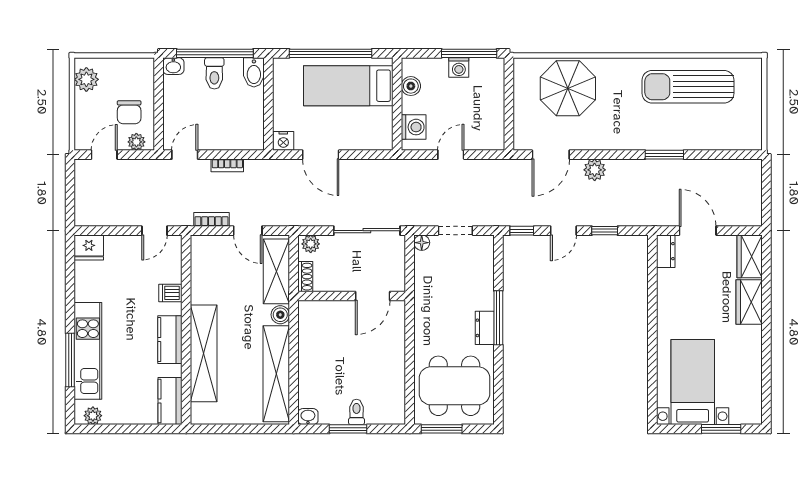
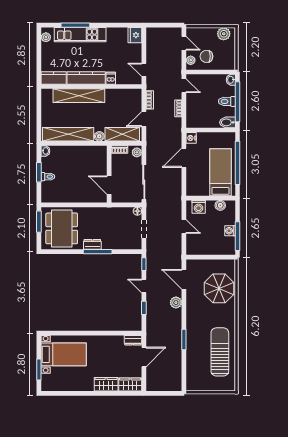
kitchen counter: (170, 340) -> (86, 78), width x1.50

